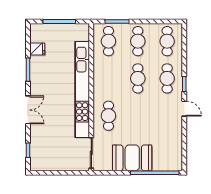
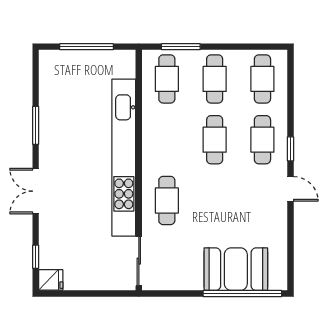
fridge: (37, 49) -> (51, 280), moved
double door: (28, 110) -> (36, 191), swing flipped
booth: (132, 158) -> (236, 269), moved

